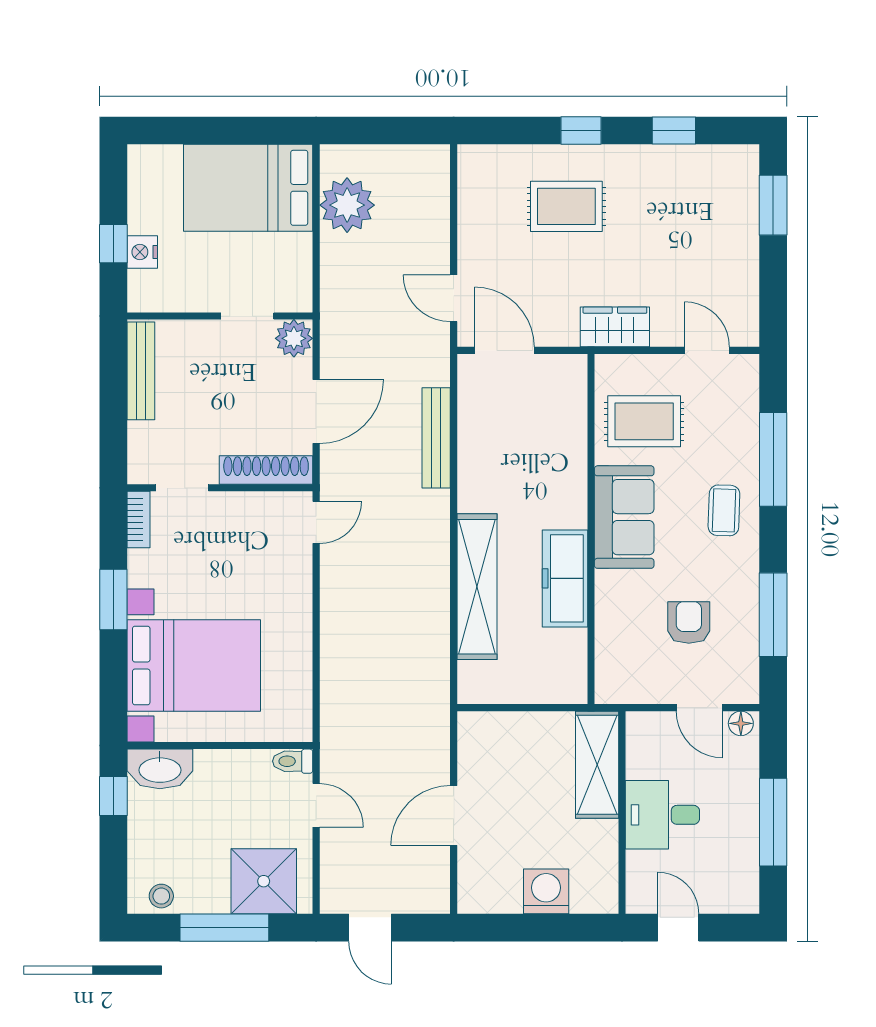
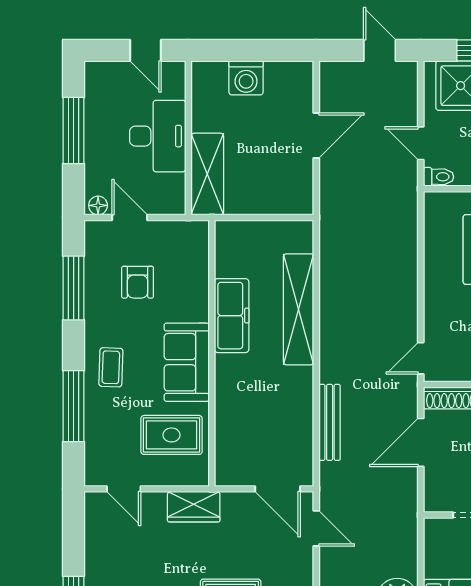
plant: (294, 338) -> (438, 498), removed
desk: (662, 815) -> (158, 136), width x1.37

